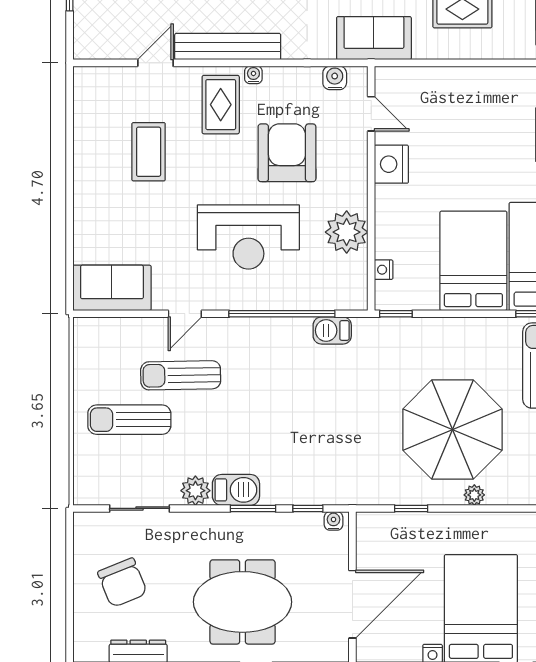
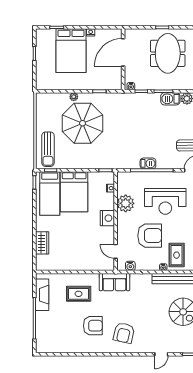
armchair: (287, 153) -> (150, 236), turned -90
nightstand: (391, 164) -> (107, 218), moved
reception desk: (248, 237) -> (165, 201), turned 180
barbecue: (332, 330) -> (148, 163), moved
meeting table: (243, 602) -> (168, 53), turned 90

